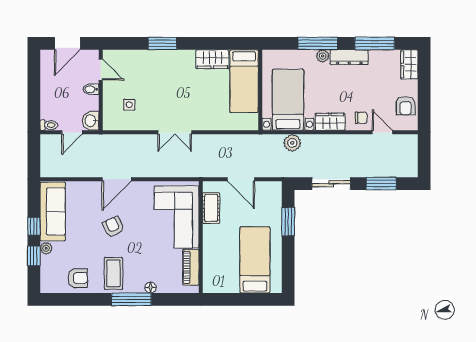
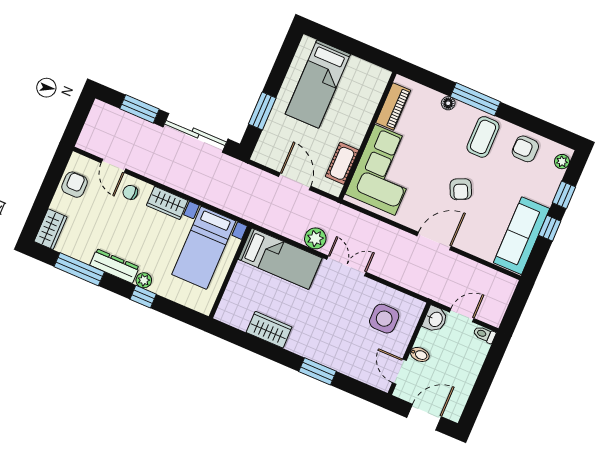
window: (318, 43) -> (143, 297), width x0.46
bed: (244, 81) -> (280, 259), moved, turned 90
side table: (129, 105) -> (384, 319), width x1.87, depth x1.87
plant: (292, 143) -> (315, 238), moved
sliding door: (331, 184) -> (196, 133), width x1.37
plant: (46, 248) -> (562, 162), moved

